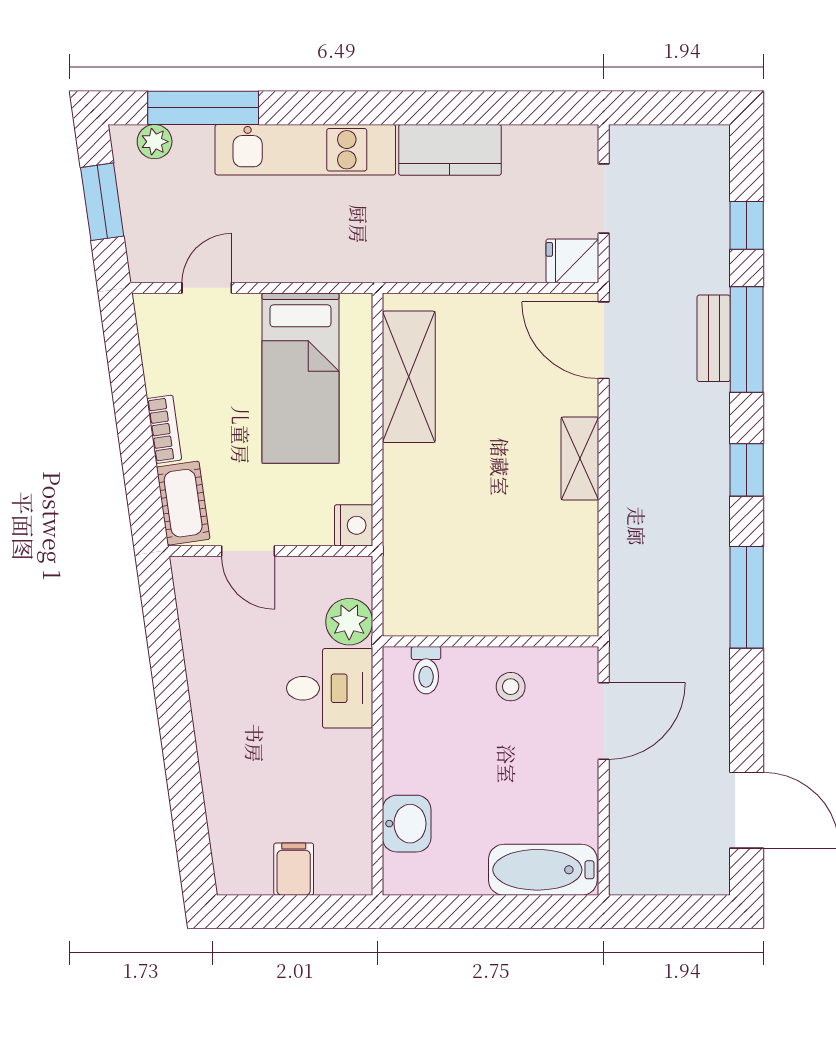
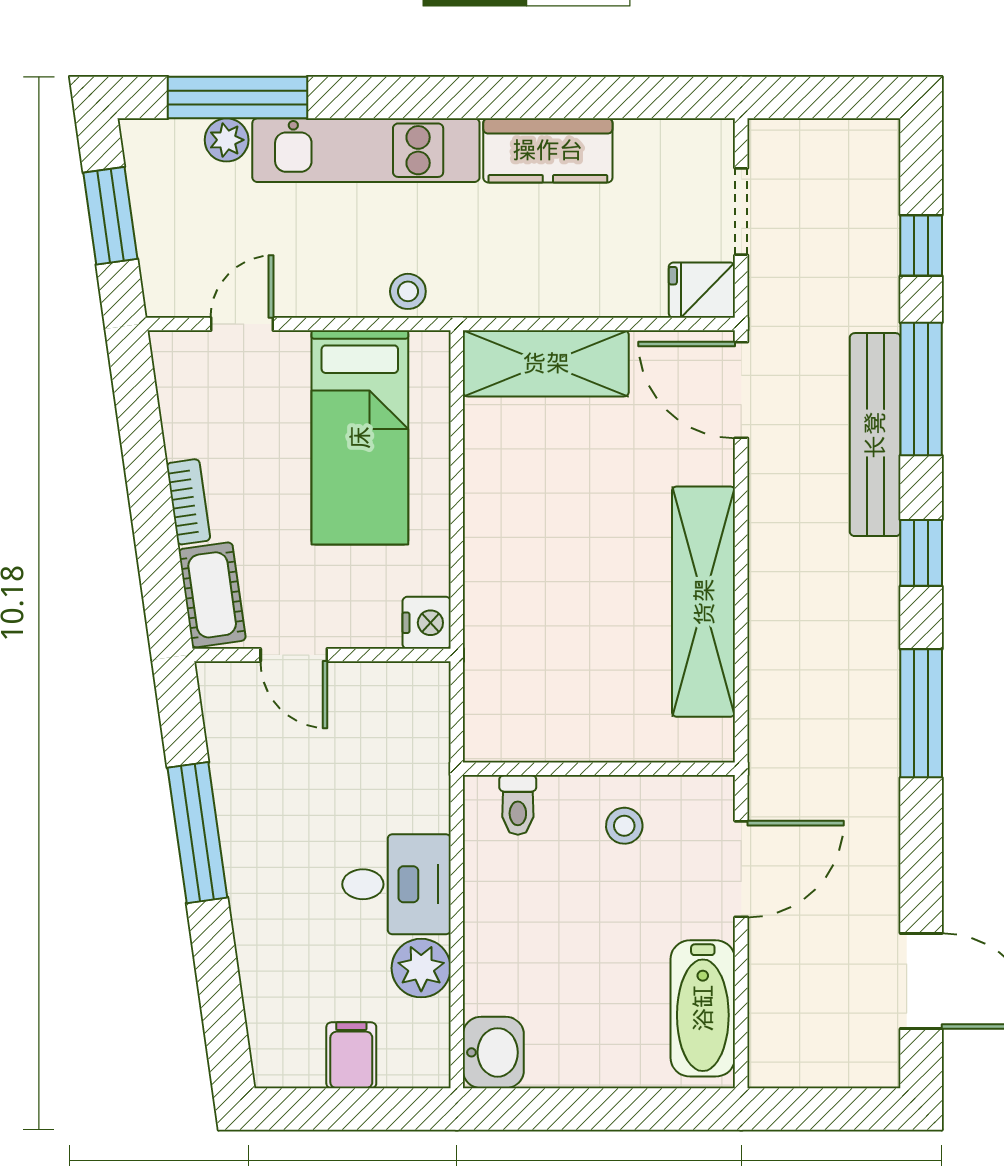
plant: (155, 142) -> (227, 140), moved
stool: (339, 262) -> (408, 291), added
bench: (714, 338) -> (875, 435), width x1.86, depth x1.21
shelving: (409, 377) -> (546, 363), moved, turned 90
shelving: (580, 458) -> (704, 602), width x2.20, depth x1.33
plant: (349, 622) -> (421, 968), moved
desk: (330, 688) -> (396, 884), moved
window: (171, 692) -> (197, 833), added
washbasin: (407, 824) -> (493, 1052), moved
bathtub: (543, 870) -> (703, 1008), moved, turned -90

